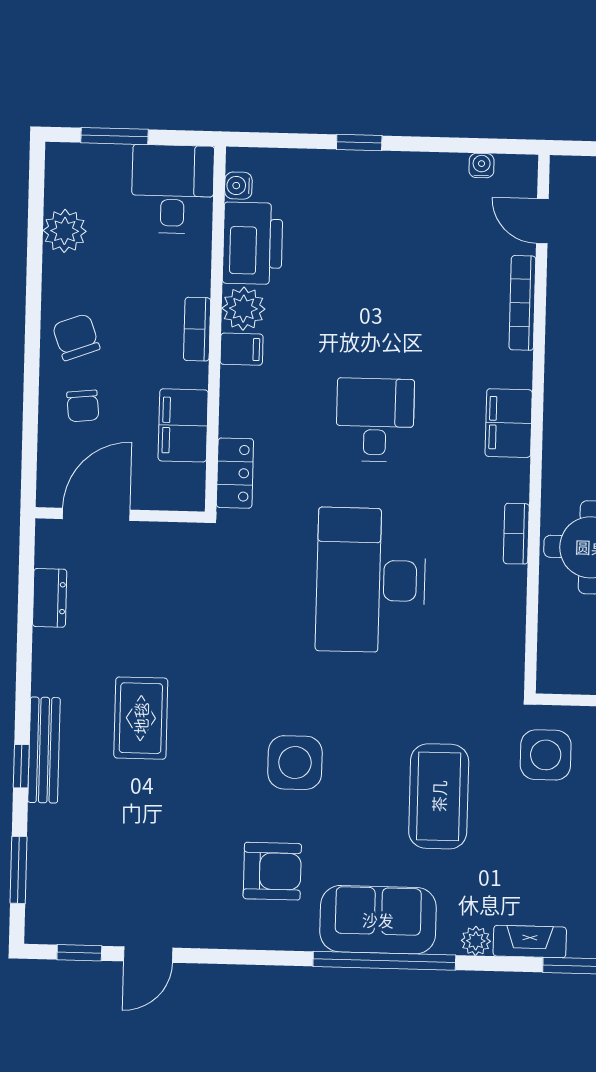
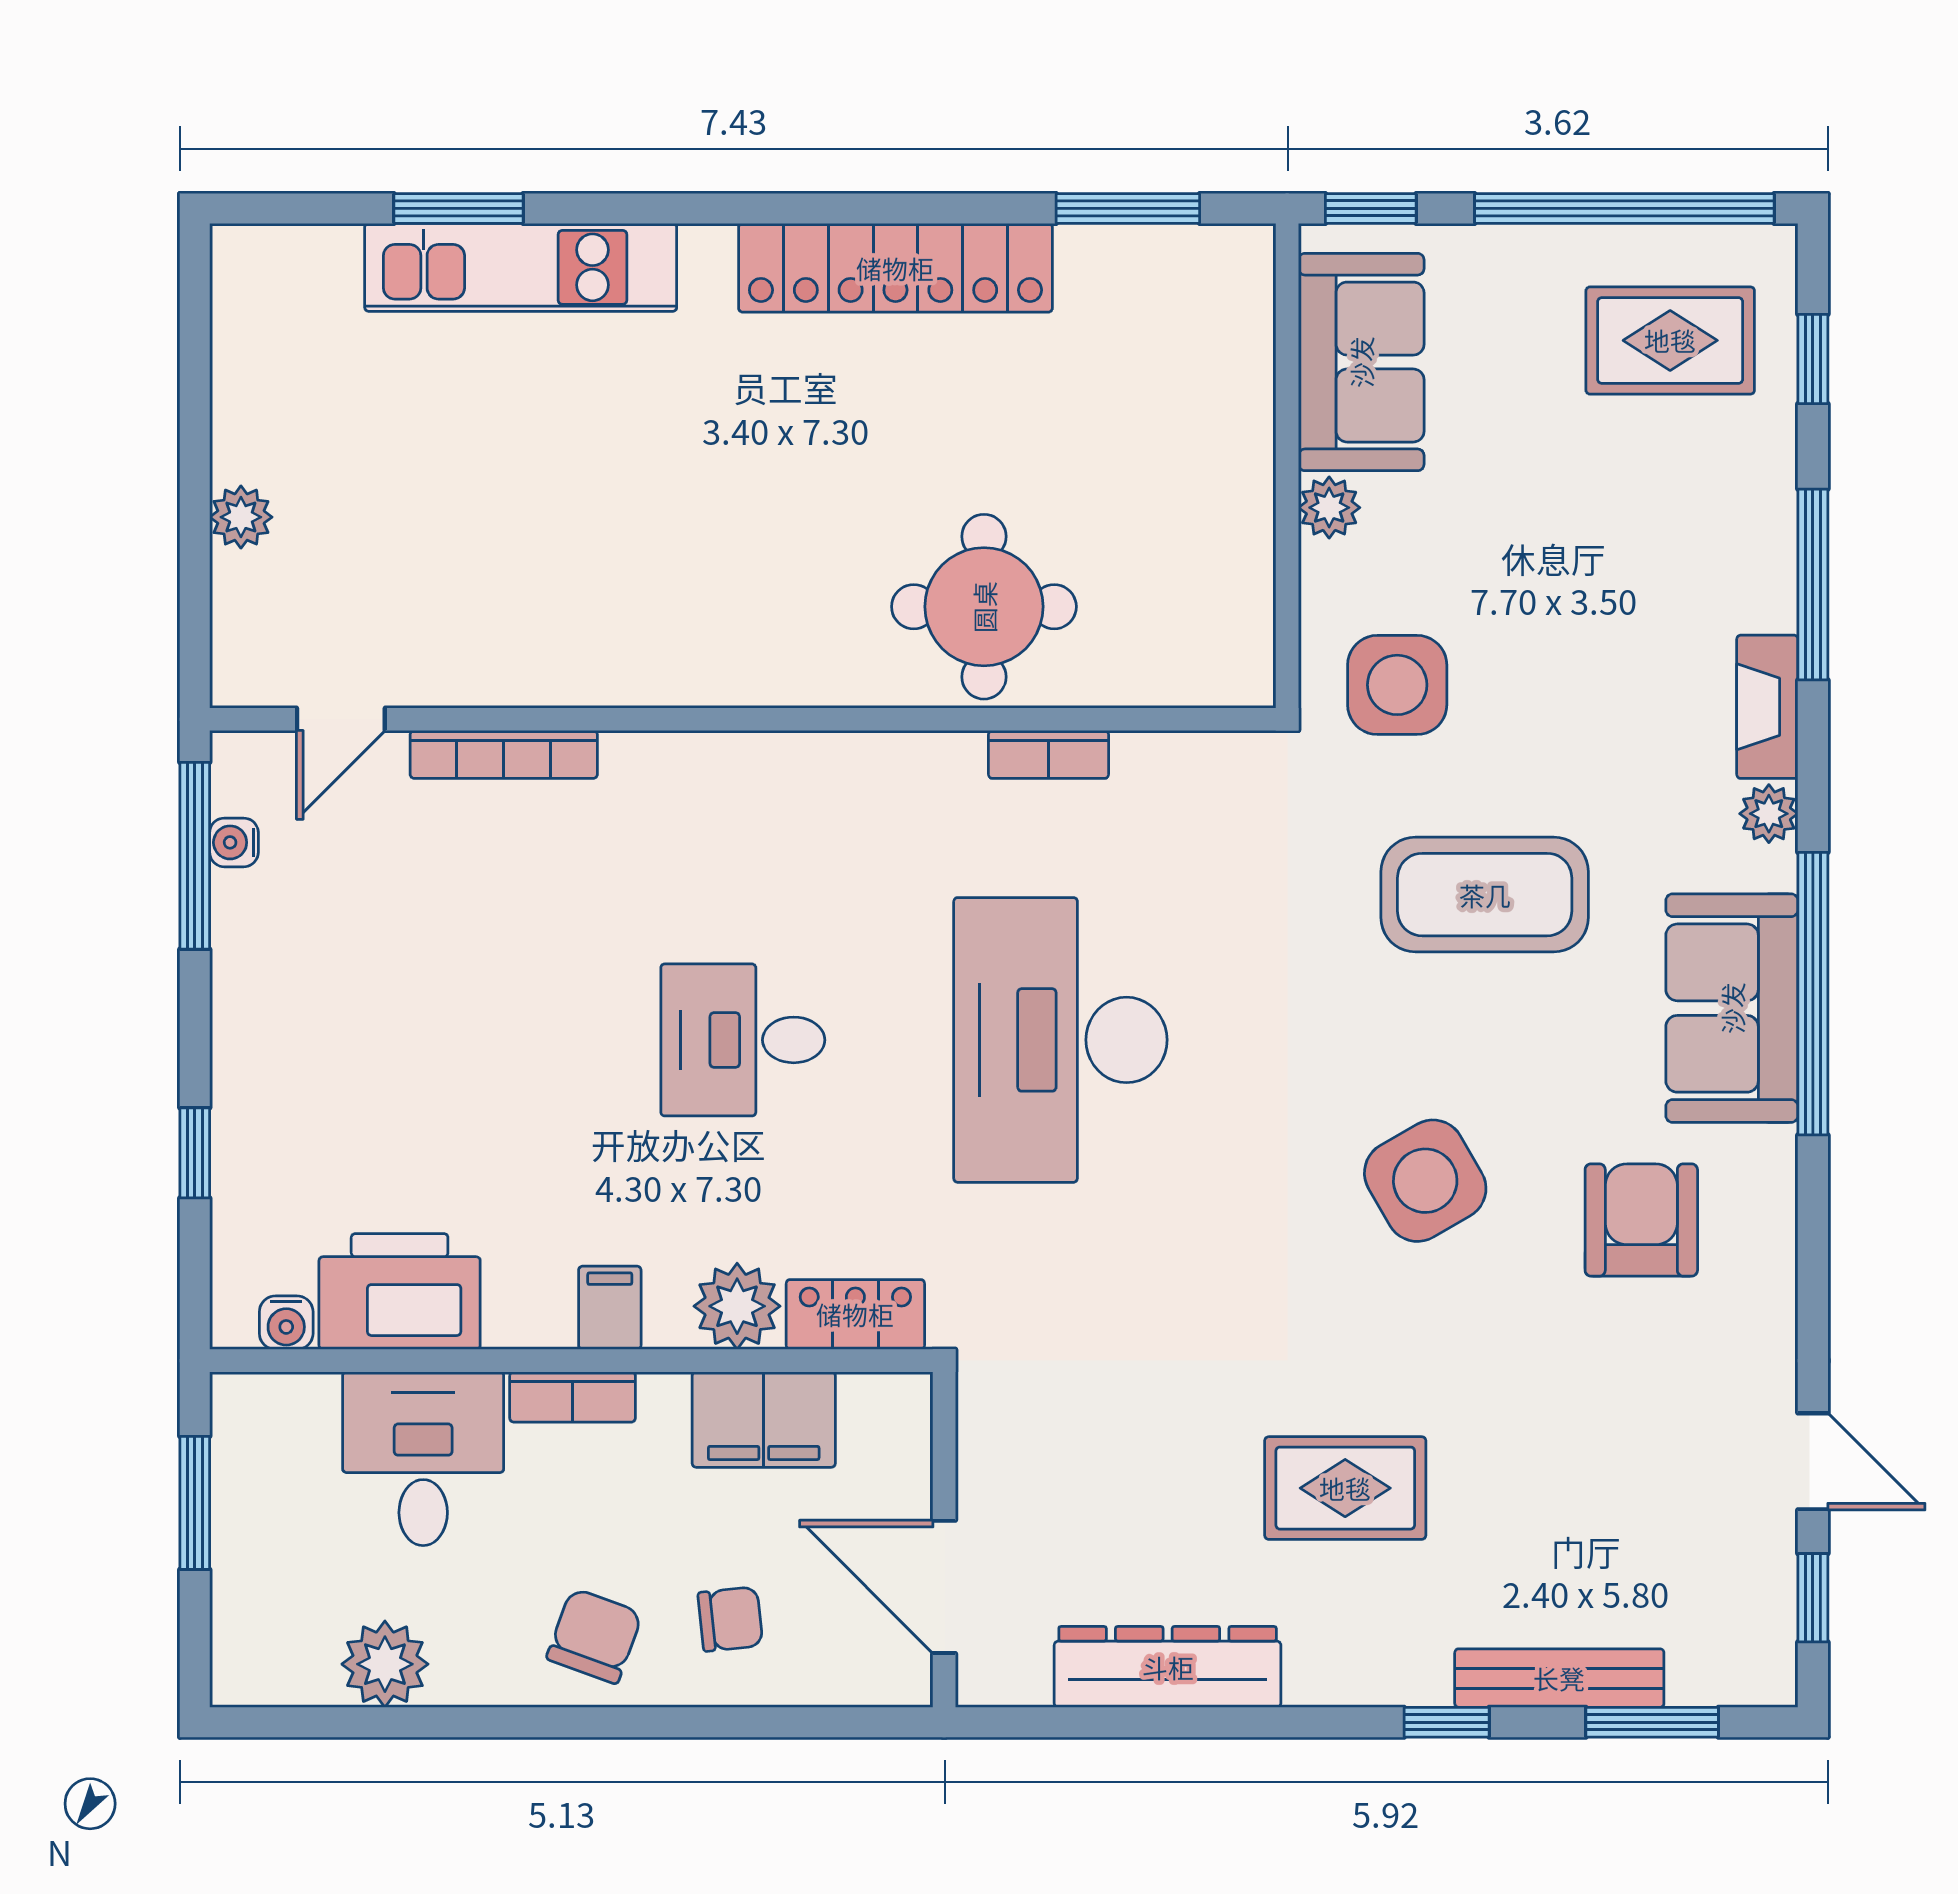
window: (115, 136) -> (195, 1503), moved
window: (359, 143) -> (195, 1153), moved
window: (475, 146) -> (195, 856), added
desk: (173, 189) -> (423, 1459), moved, turned 90
plant: (243, 309) -> (737, 1306), moved
chair: (76, 337) -> (594, 1636), turned 130
filing cabinet: (509, 423) -> (742, 775), removed
bookcase: (516, 534) -> (1049, 754), moved
desk: (371, 580) -> (1060, 1040), turned 90
dresser: (50, 598) -> (1168, 1667), width x1.96, depth x1.24
bench: (44, 750) -> (1559, 1678), moved
side table: (295, 763) -> (1425, 1181), turned -30

